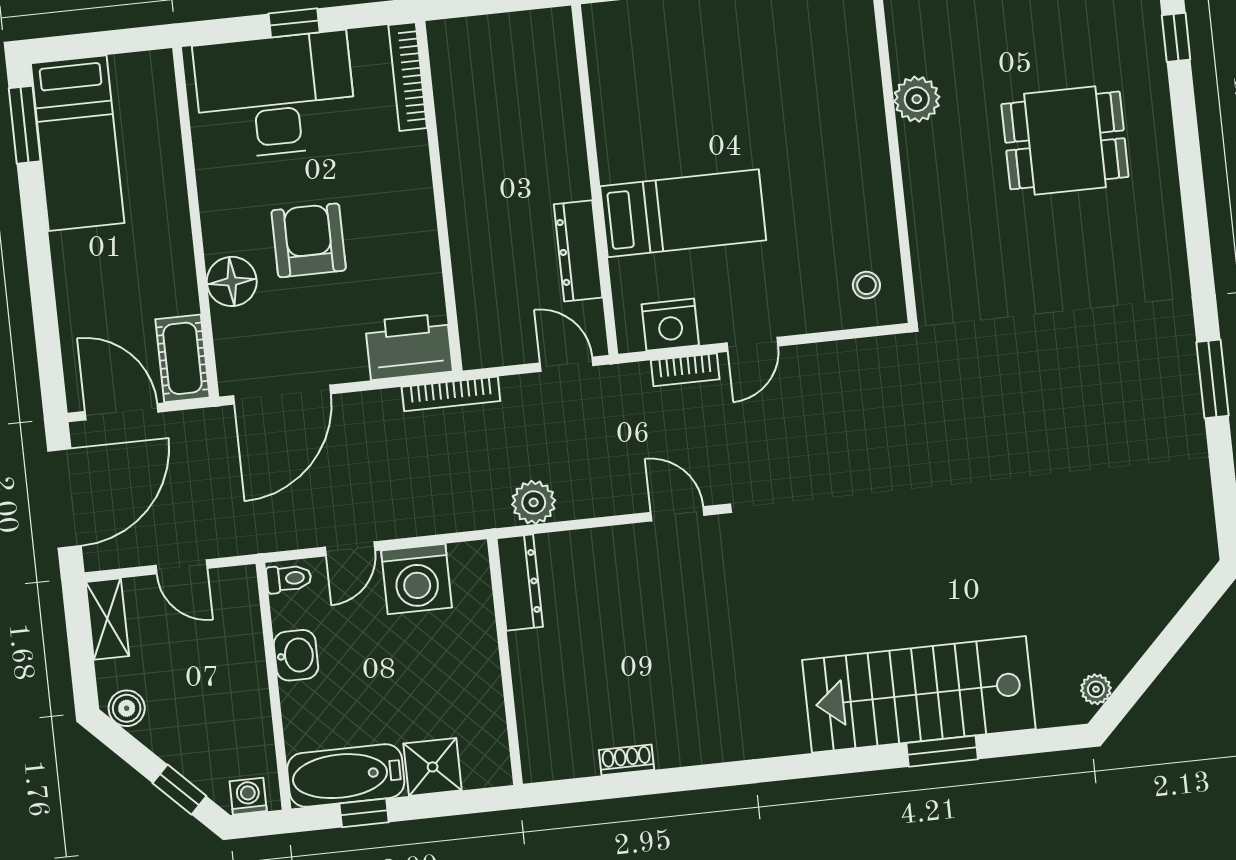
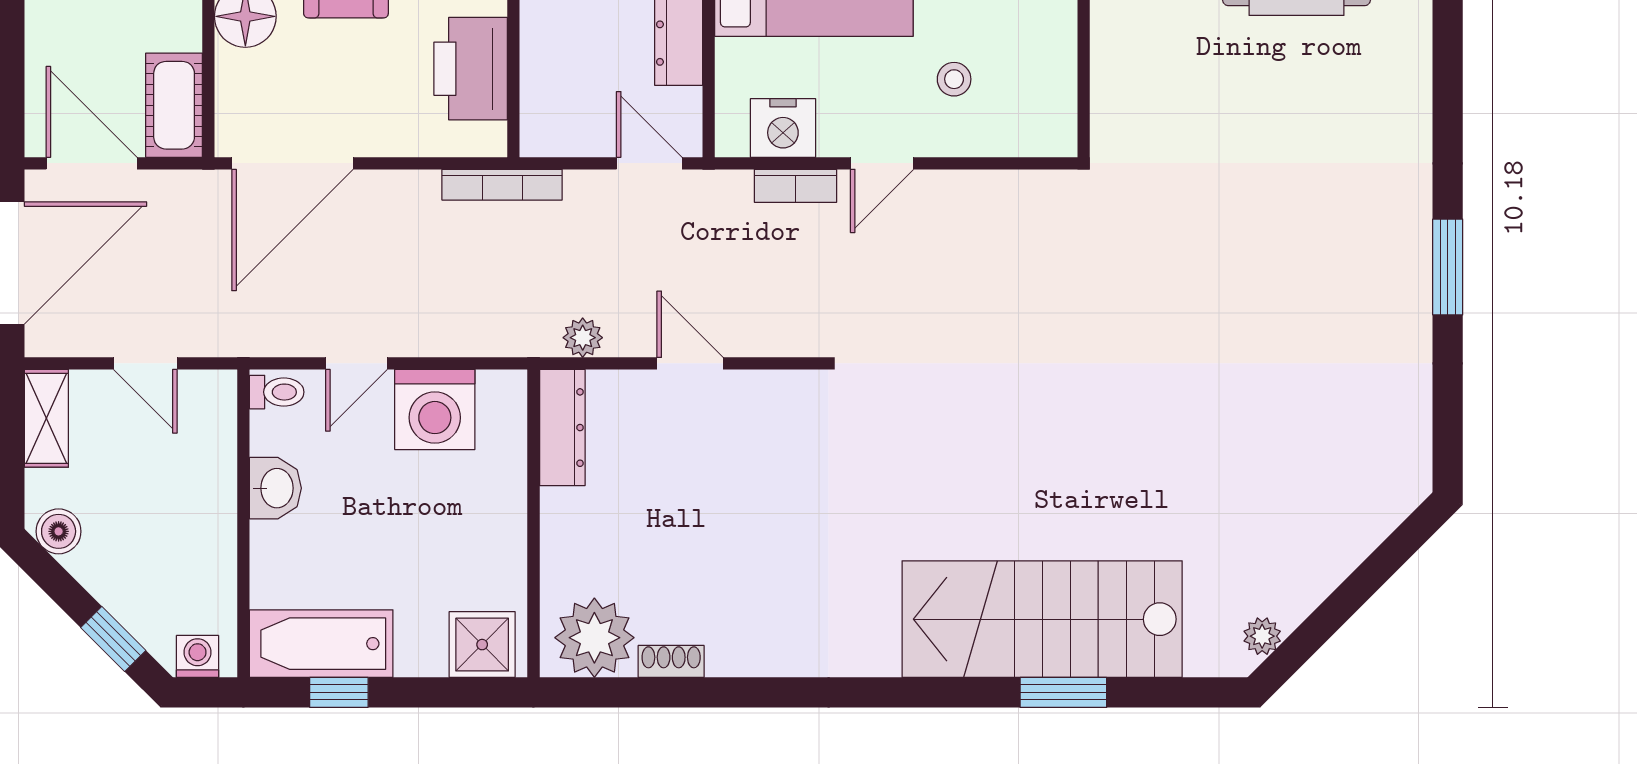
stool: (866, 285) -> (954, 79), moved
printer: (409, 347) -> (471, 69), moved, turned -90
plant: (534, 502) -> (583, 338), width x0.73, depth x0.73
door: (678, 514) -> (690, 363), moved
plant: (563, 747) -> (594, 638), added
shower: (433, 767) -> (482, 645), moved

